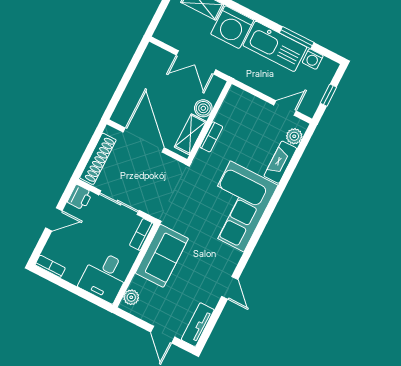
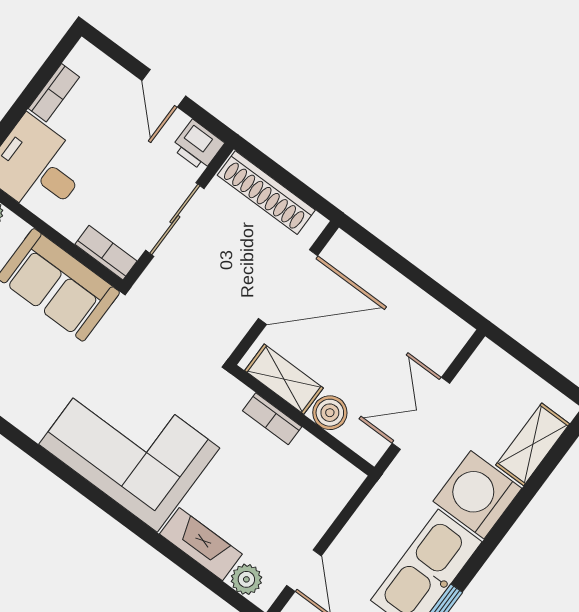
bookcase: (50, 266) -> (54, 93), moved

